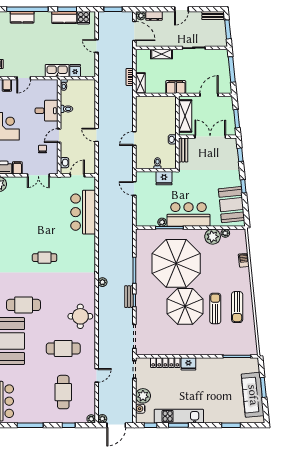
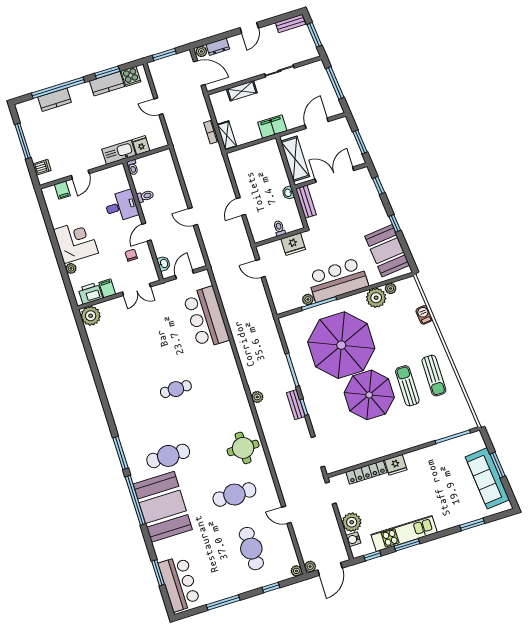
door: (97, 375) -> (286, 515), swing flipped

